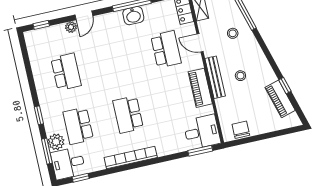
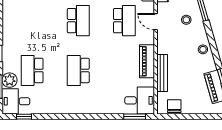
school desk: (66, 72) -> (78, 21), moved
stool: (240, 76) -> (203, 49), moved
bench: (215, 77) -> (162, 73), moved
bookcase: (131, 158) -> (72, 109), removed

